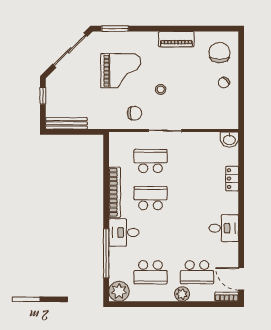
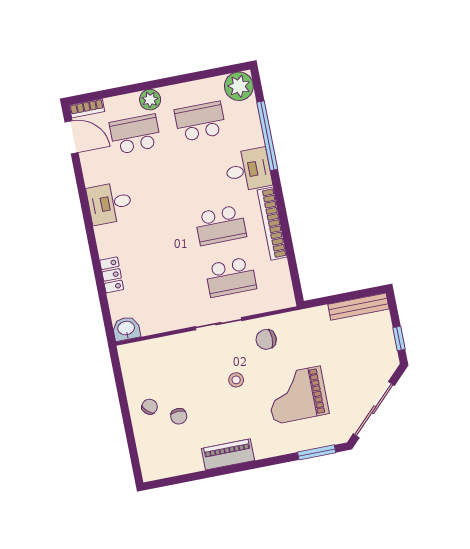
chair: (219, 53) -> (179, 416), moved, width x0.54, depth x0.54

